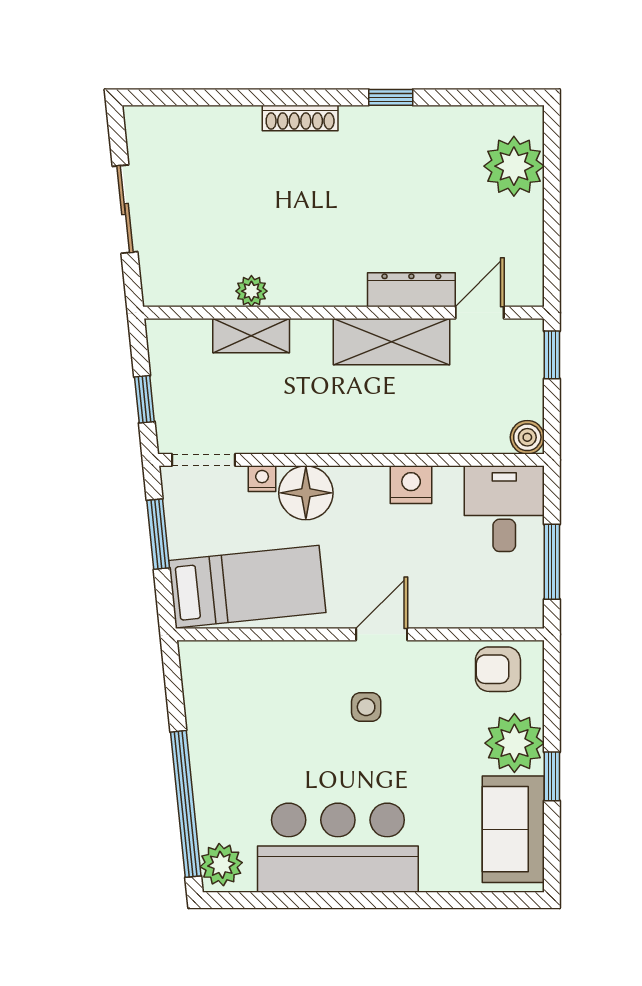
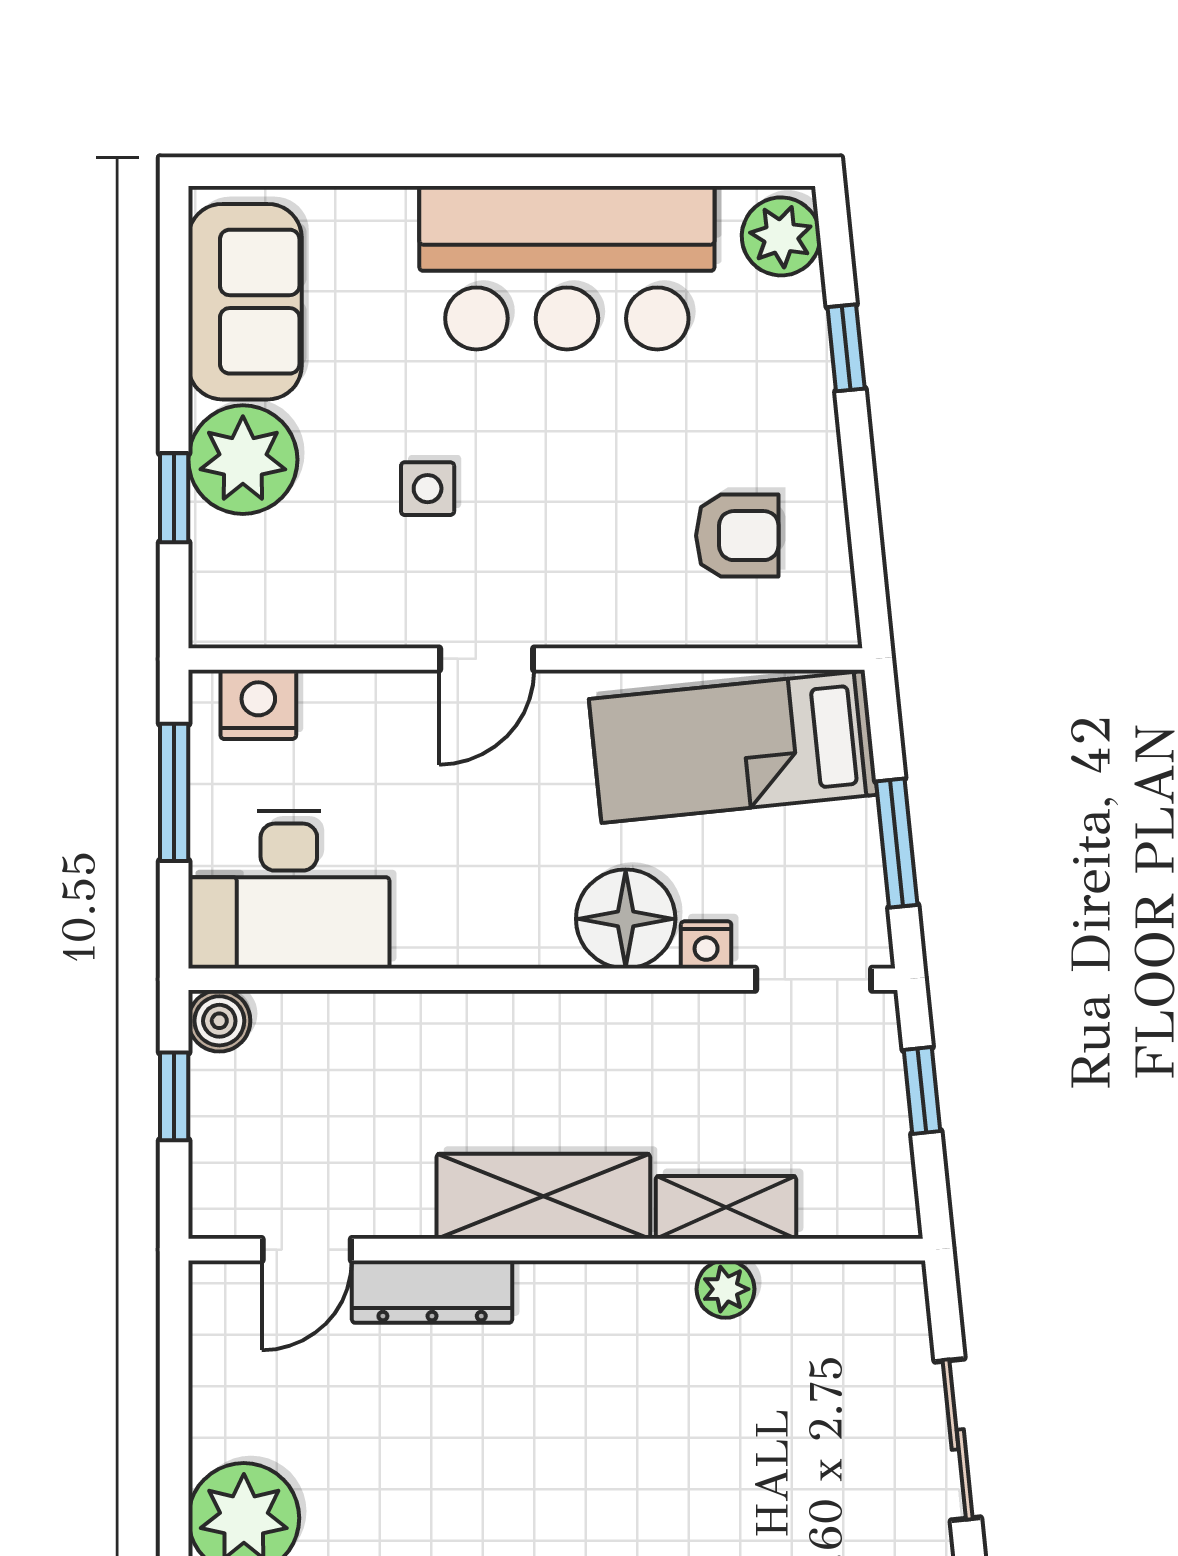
shelving: (391, 342) -> (543, 1196), moved
window: (552, 355) -> (174, 1096), moved
nightstand: (411, 485) -> (258, 704), moved, turned 180
desk: (504, 509) -> (289, 890), width x1.37
armchair: (498, 669) -> (737, 536), moved
side table: (366, 707) -> (428, 489), moved
window: (552, 776) -> (174, 498), moved
window: (186, 804) -> (846, 348), width x0.32

